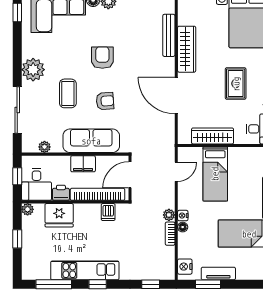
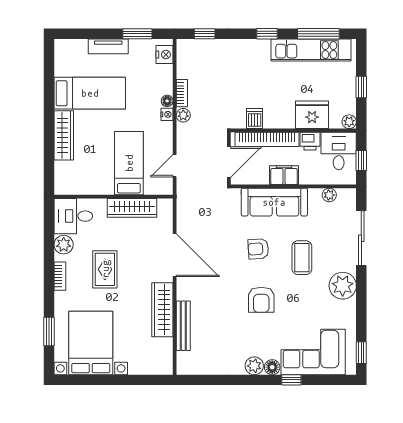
kitchen unit: (85, 270) -> (311, 50), moved
tv unit: (218, 274) -> (108, 46), moved

